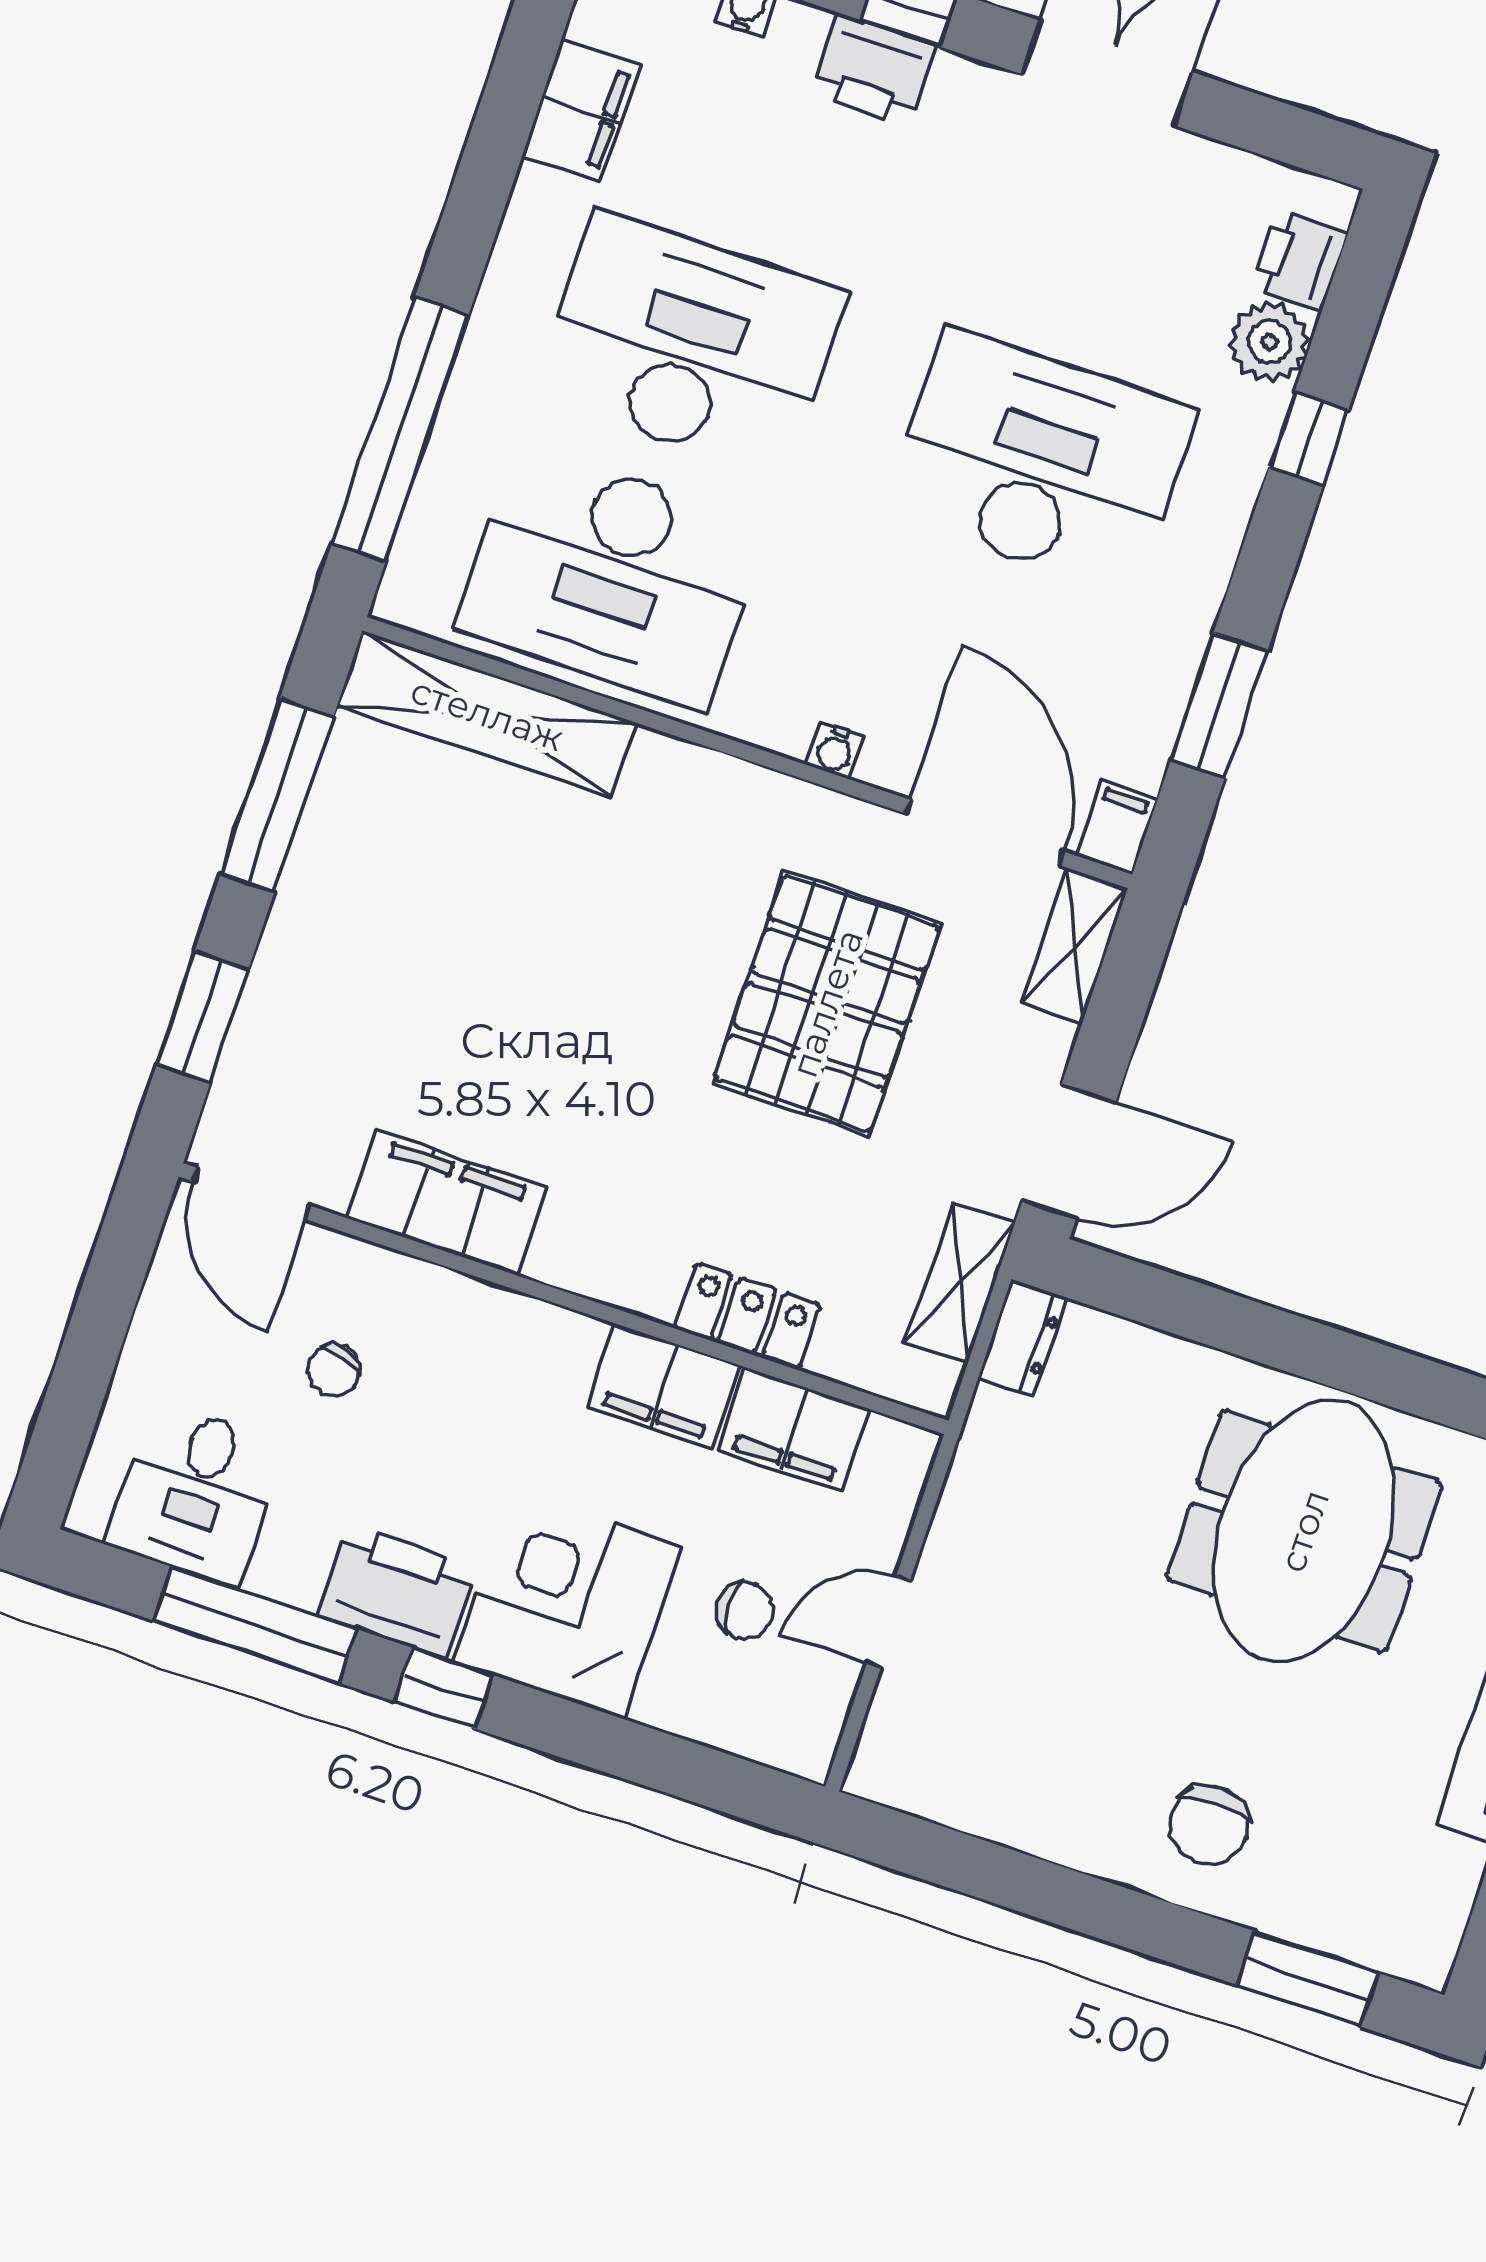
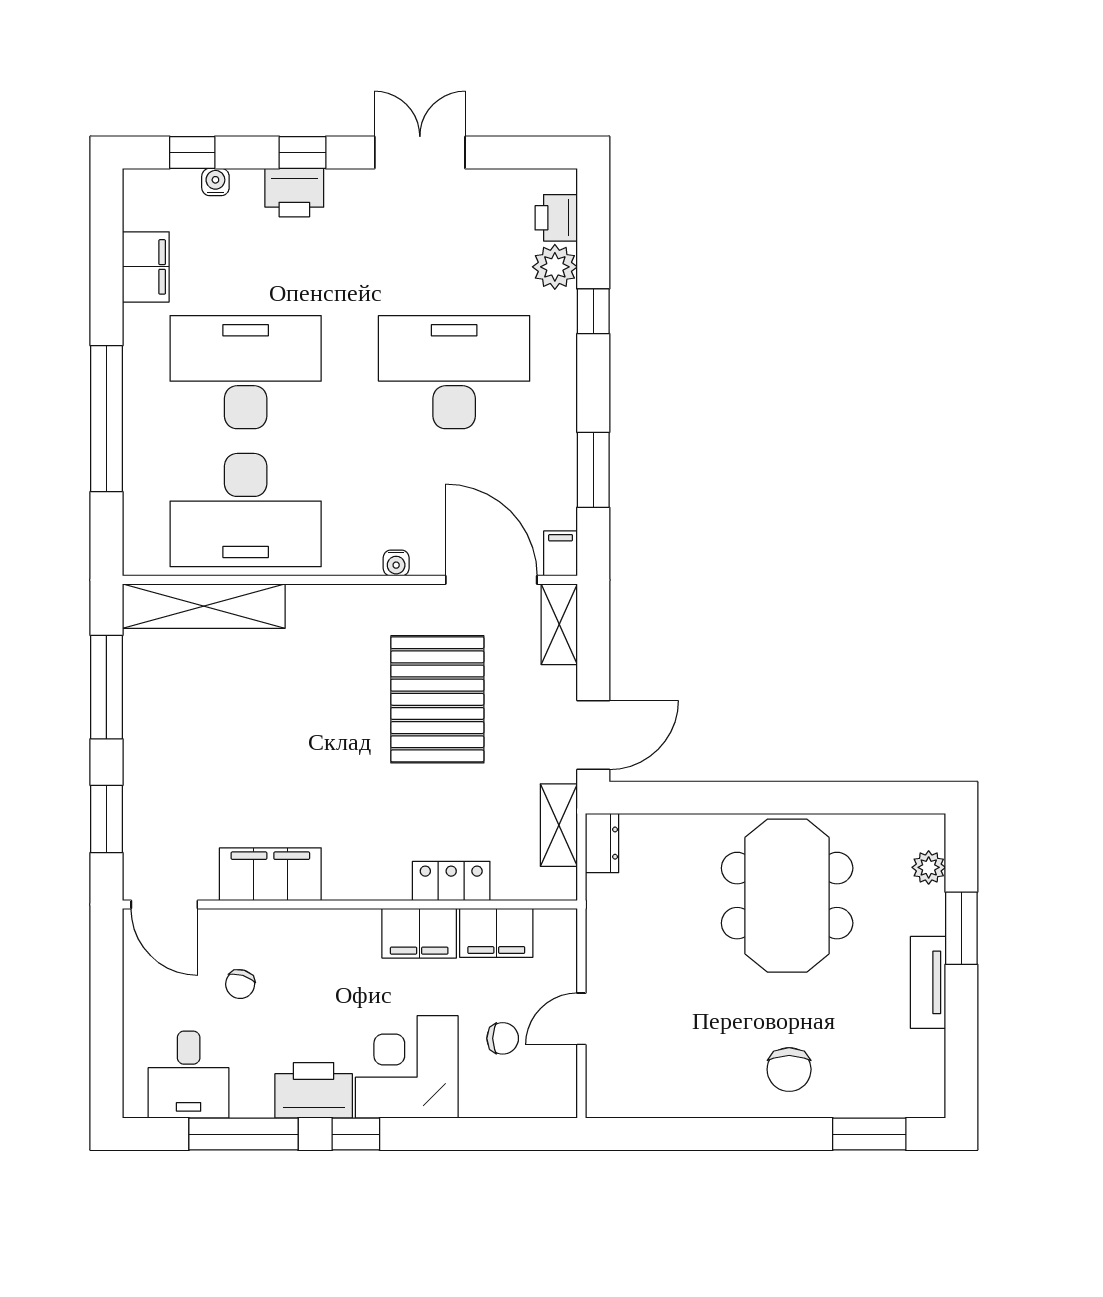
window: (400, 430) -> (106, 419), moved

